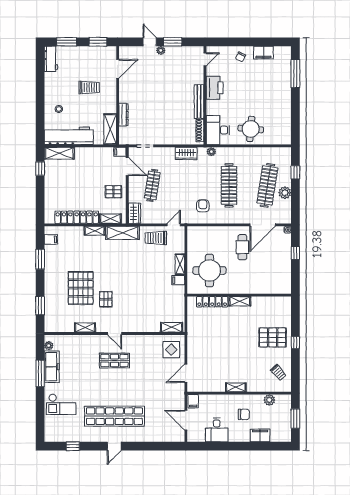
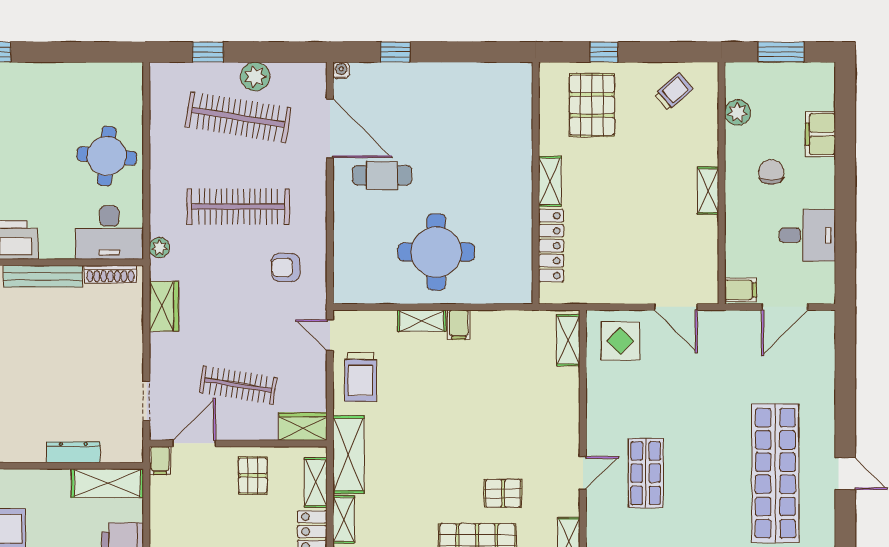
wall: (239, 295) -> (536, 183), moved
shelving: (240, 301) -> (550, 181), moved
locker: (212, 302) -> (551, 246), moved

